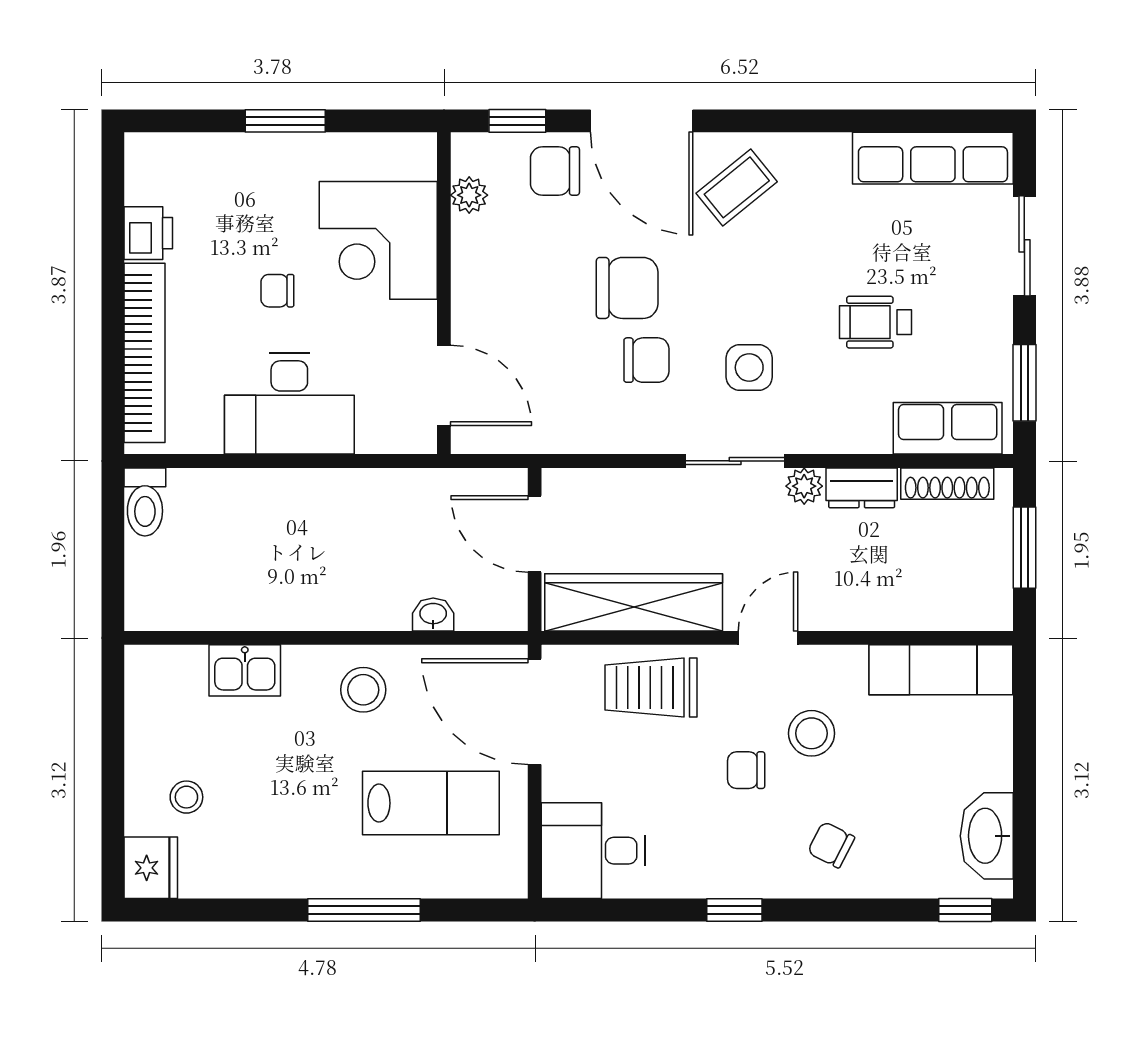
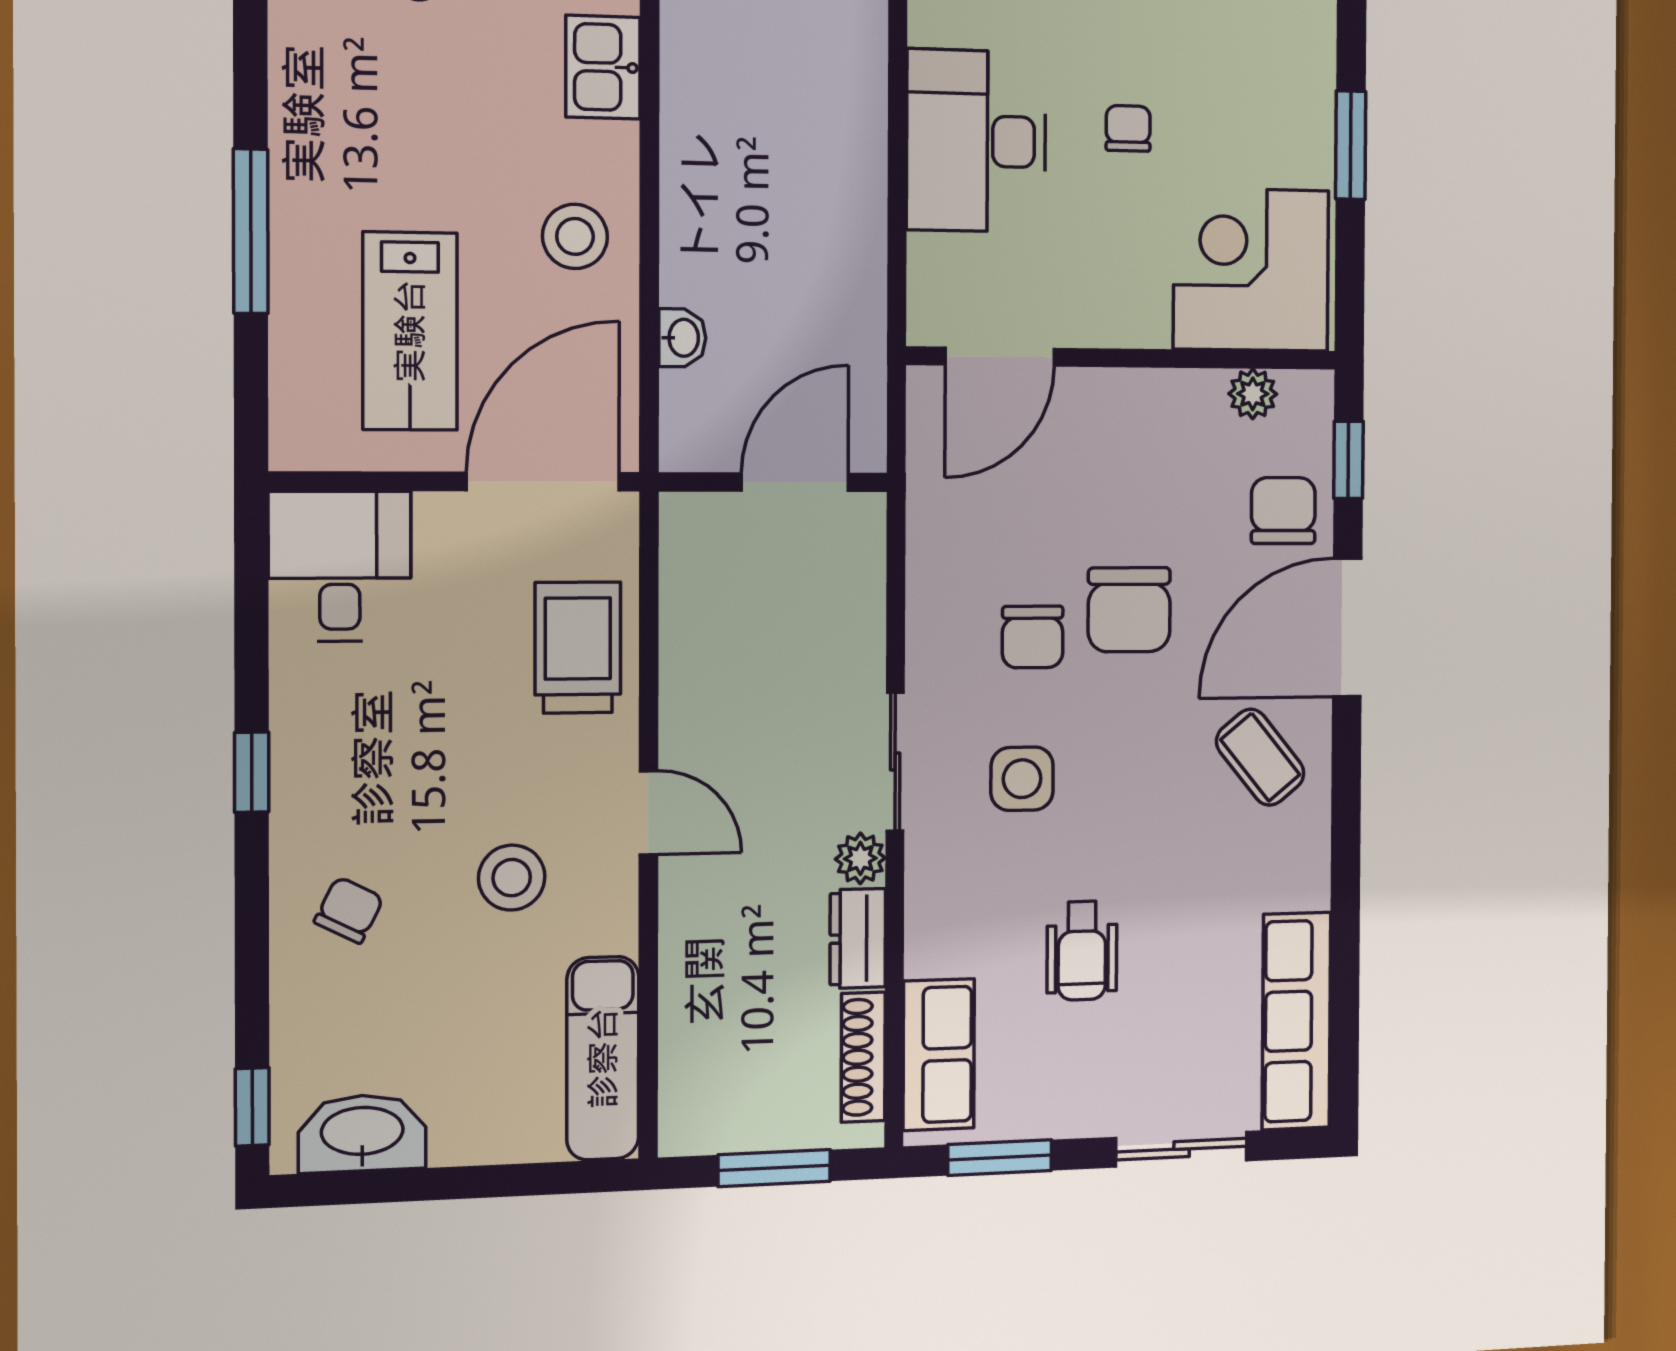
corner desk: (378, 240) -> (1251, 270), moved
wheelchair: (876, 322) -> (1082, 951), turned 180
wardrobe: (634, 602) -> (699, 622), removed
chair: (746, 770) -> (458, 785), removed

